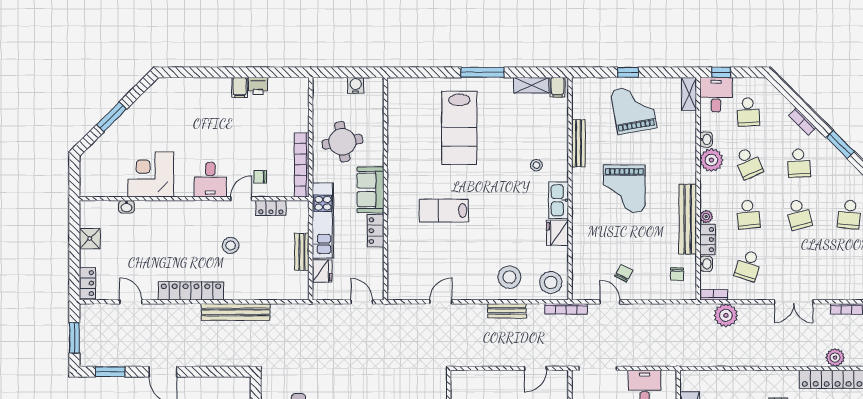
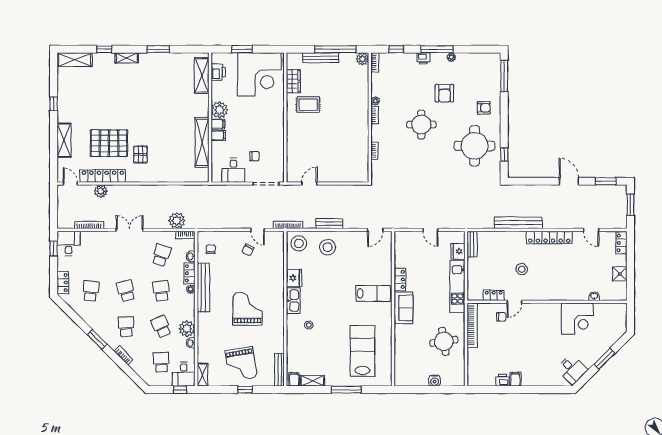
bench: (578, 143) -> (280, 370), moved
desk: (210, 180) -> (572, 369), moved, turned 135
wall: (385, 189) -> (393, 309), moved
sofa: (370, 190) -> (403, 308), moved
locker: (376, 231) -> (400, 279), moved
bench: (302, 252) -> (472, 244), moved

